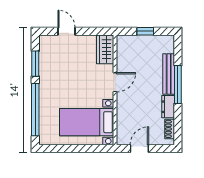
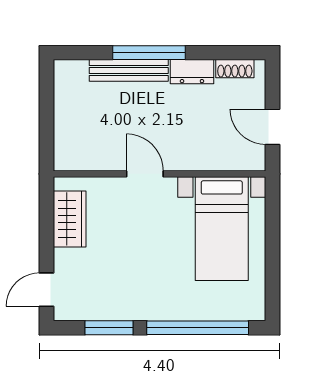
door: (67, 31) -> (46, 290), moved
window: (145, 31) -> (46, 115), removed
wardrobe: (105, 49) -> (70, 219), moved, turned -90

